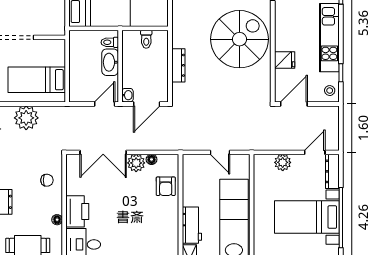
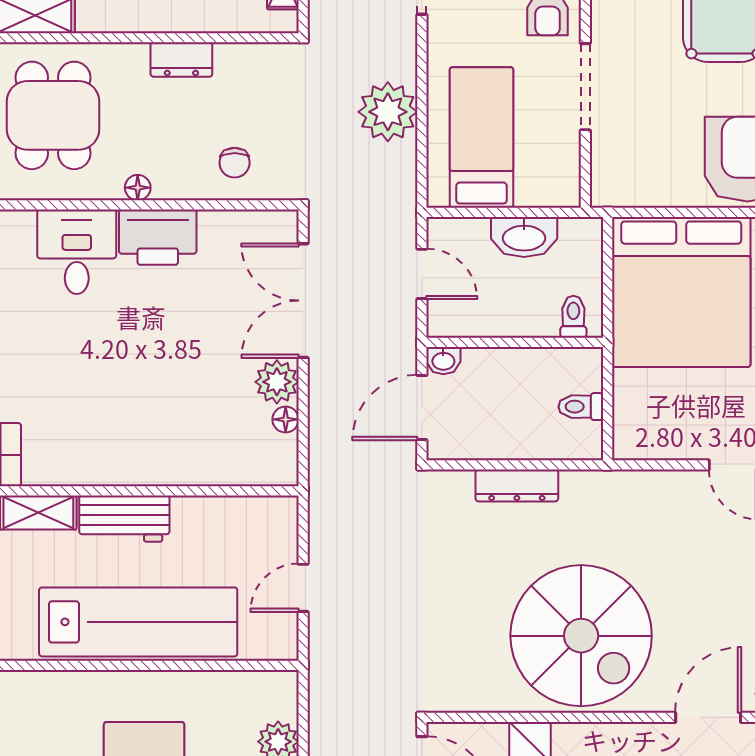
washbasin: (110, 62) -> (524, 237), moved, turned 180
door: (105, 104) -> (422, 274), moved
door: (147, 104) -> (422, 408), hinge flipped
armchair: (166, 186) -> (220, 454), removed

